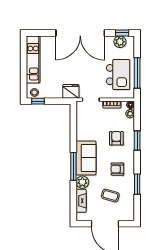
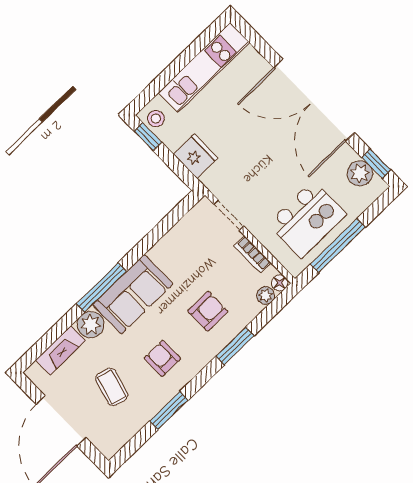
fridge: (71, 91) -> (196, 156), moved

